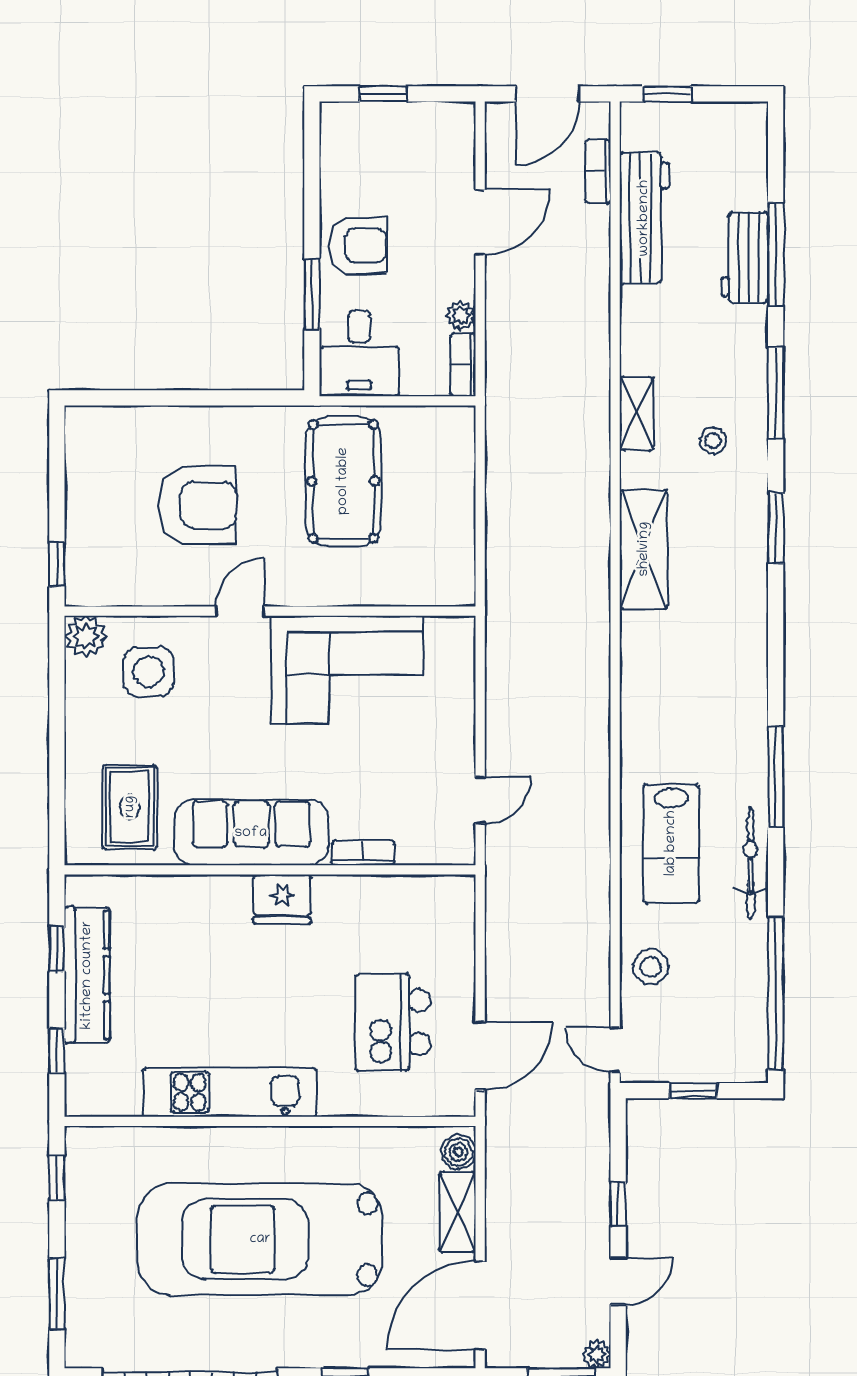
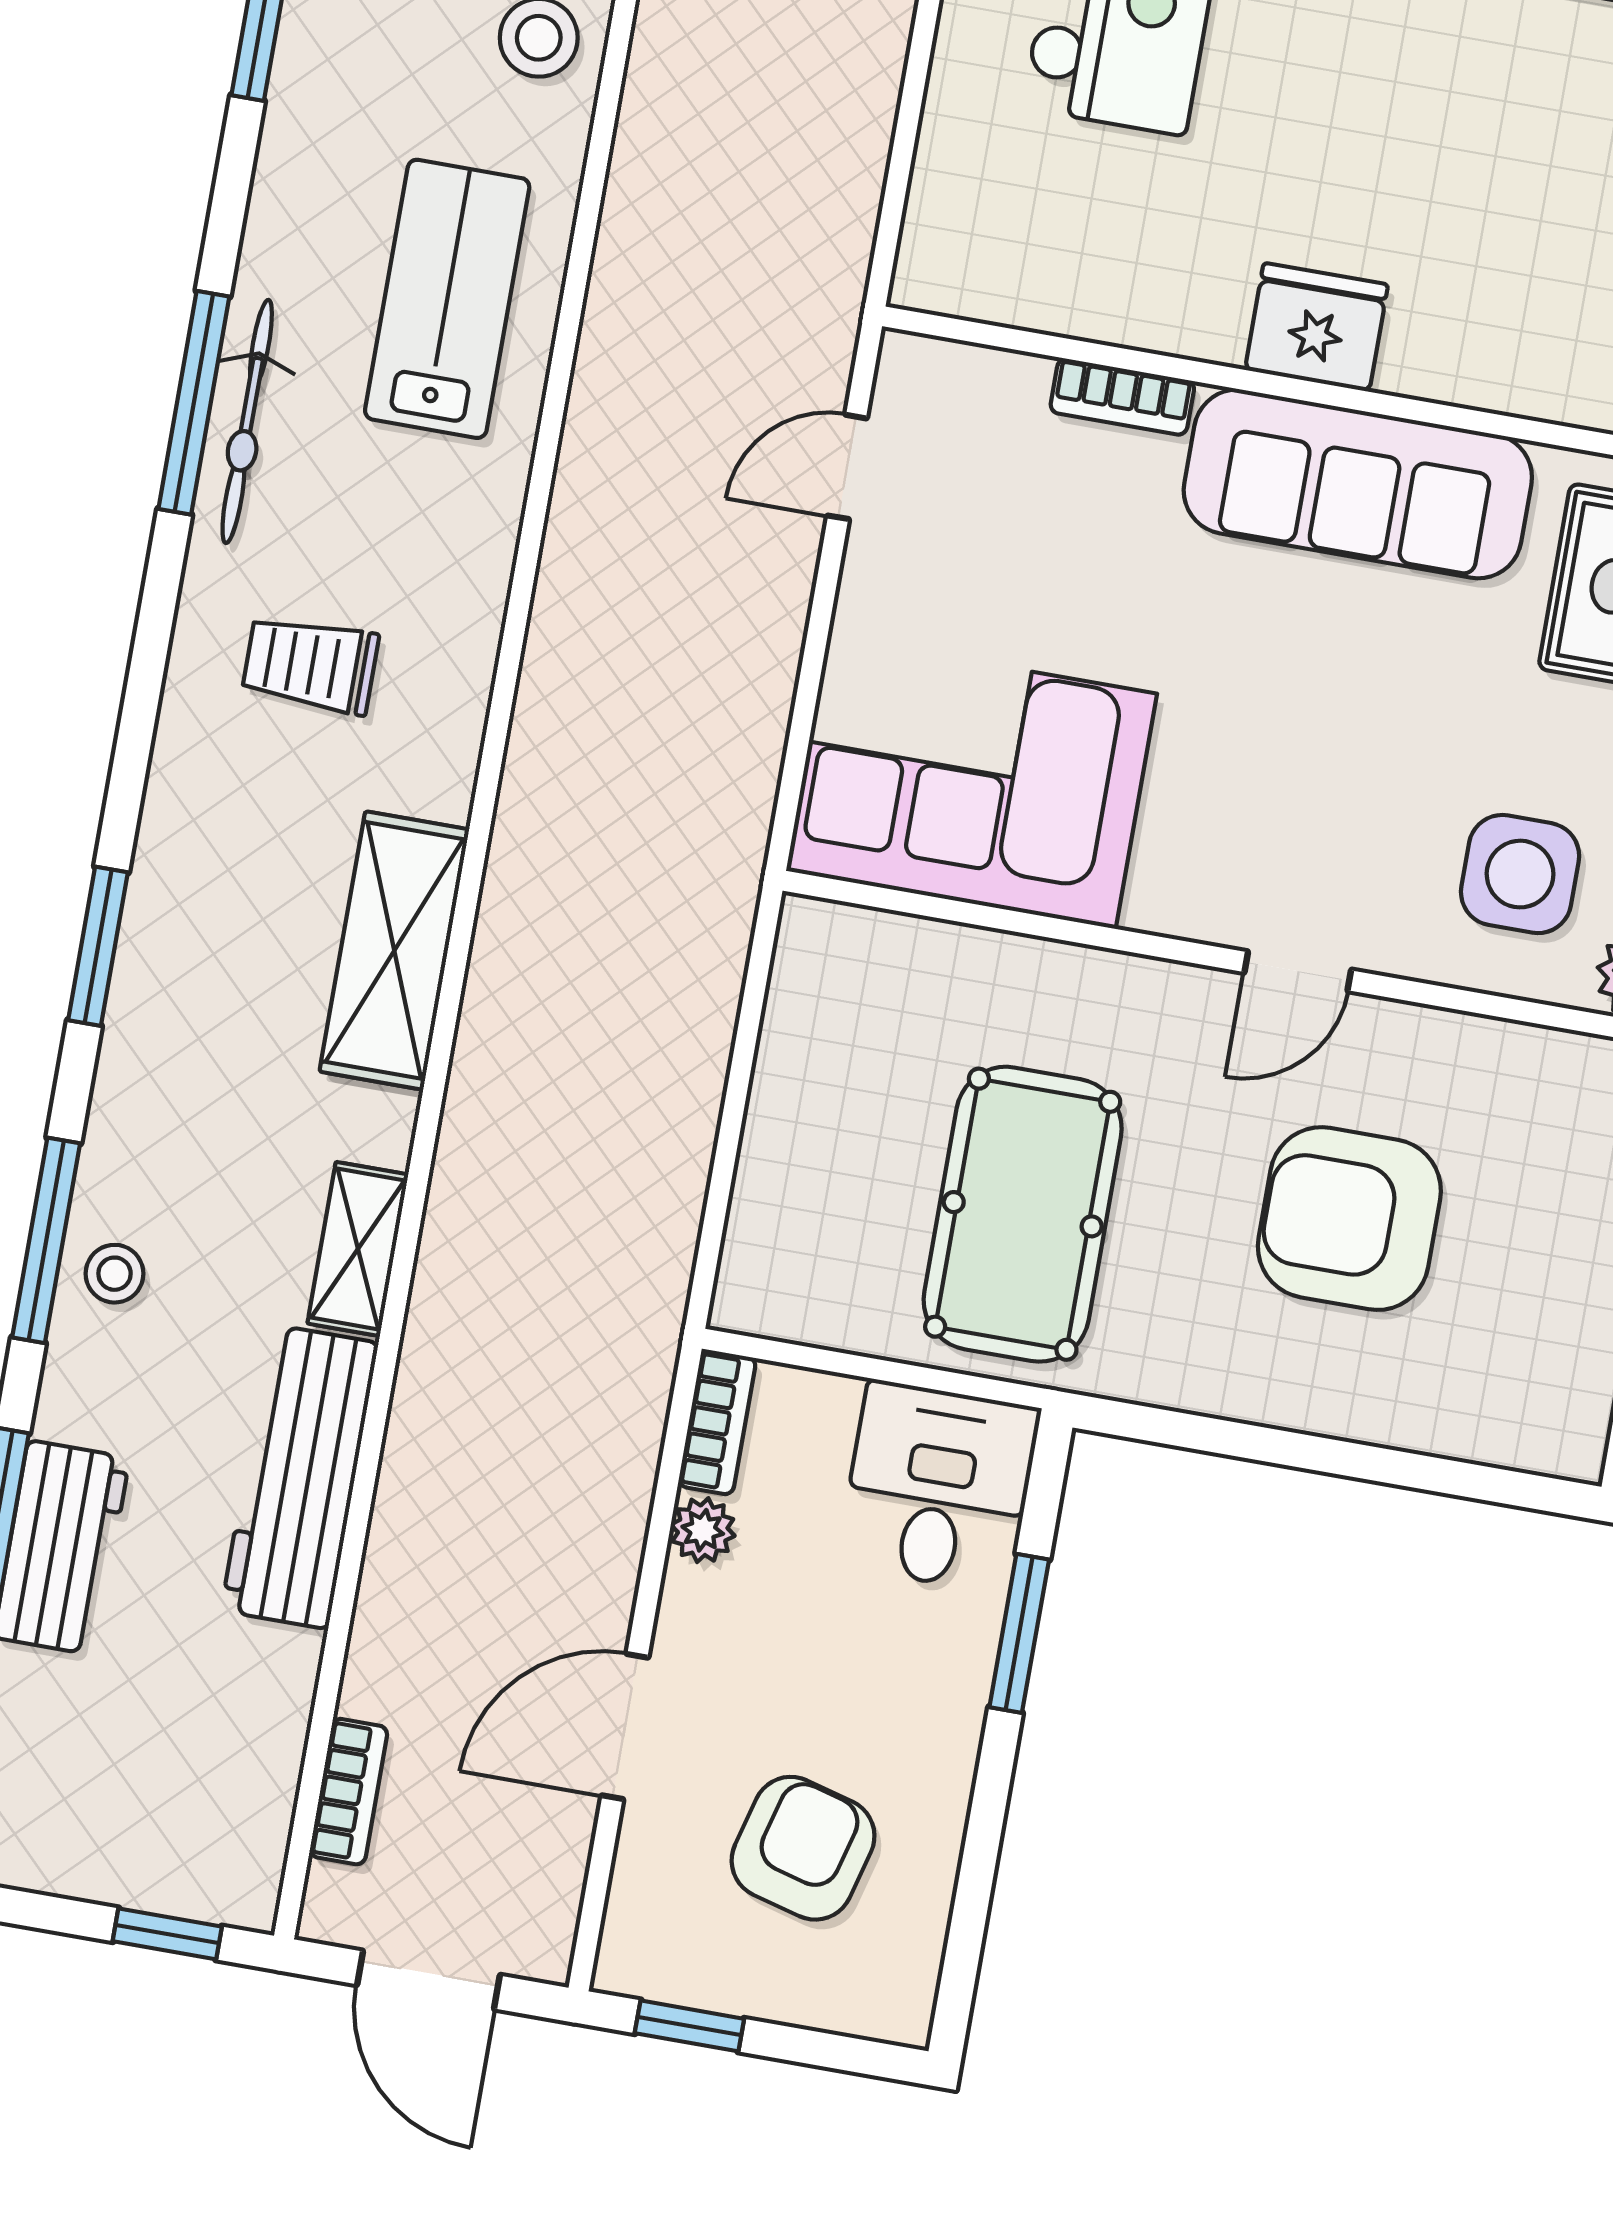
window: (383, 94) -> (689, 2026), moved
door: (548, 94) -> (429, 1980), swing flipped
workbench: (644, 218) -> (300, 1477), moved
armchair: (358, 246) -> (803, 1848), moved, turned 105
stool: (713, 441) -> (115, 1274), moved
corner sofa: (347, 670) -> (972, 782), moved
trolley: (703, 670) -> (310, 665), added
bicycle: (751, 863) -> (247, 421), moved

